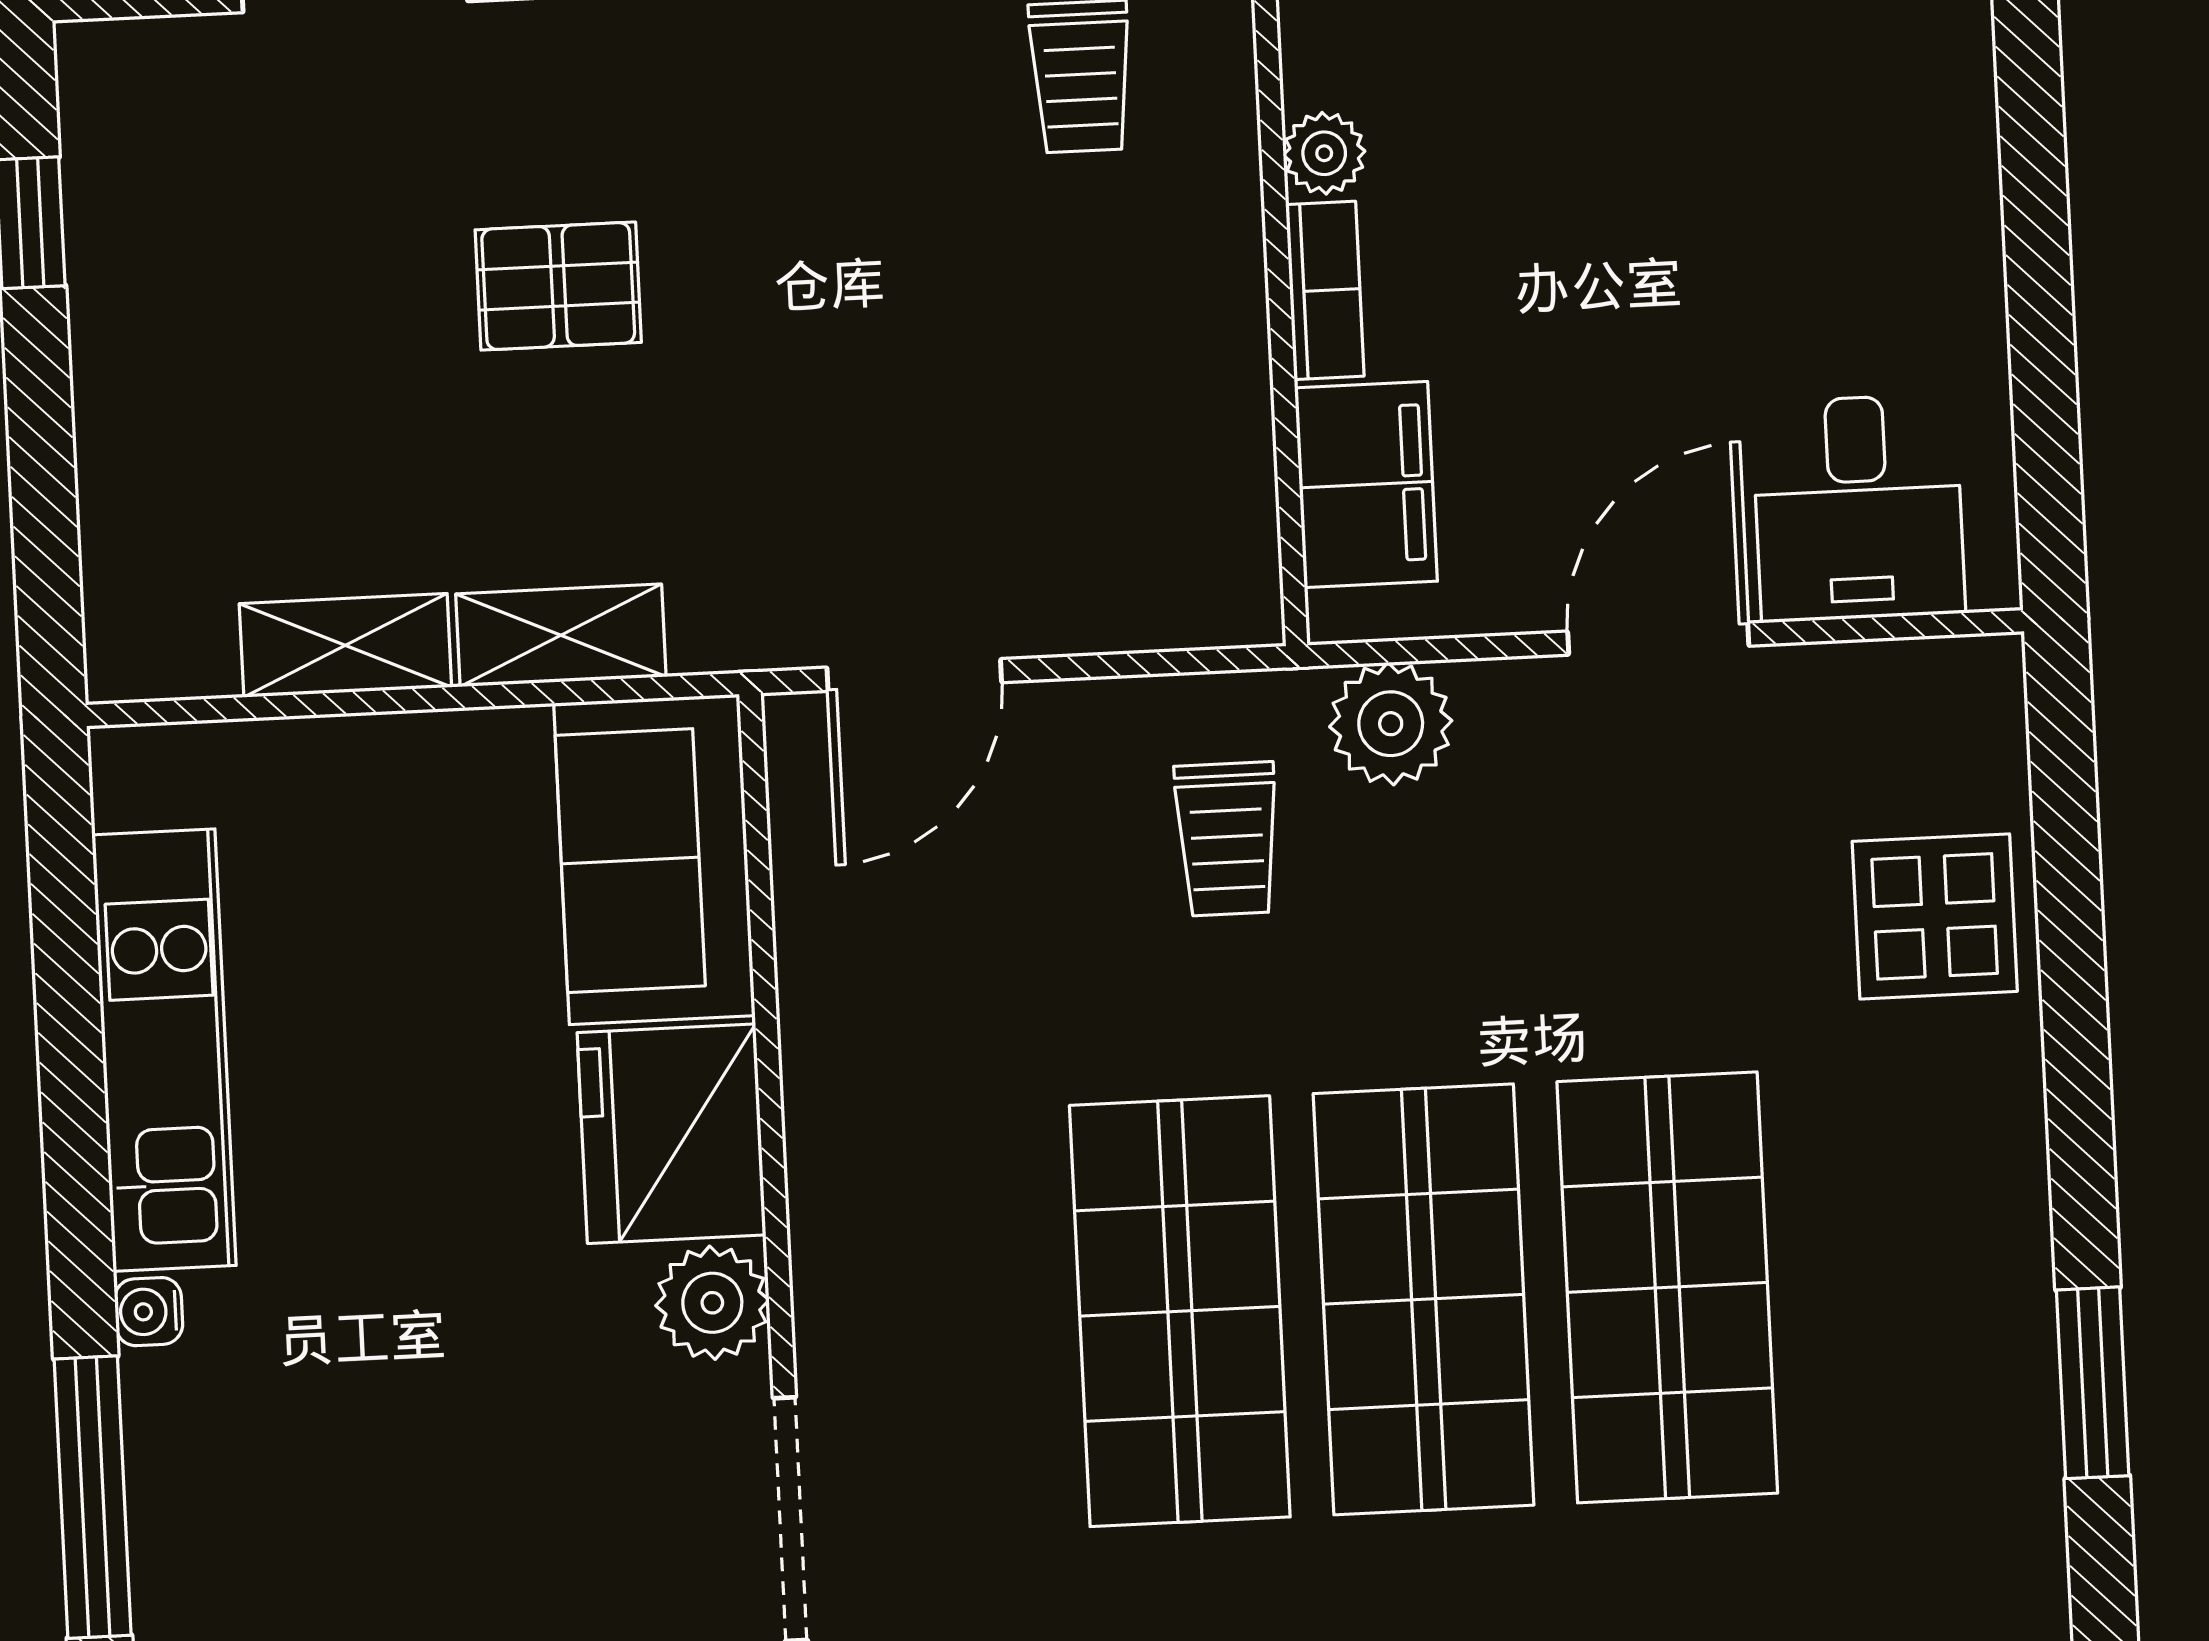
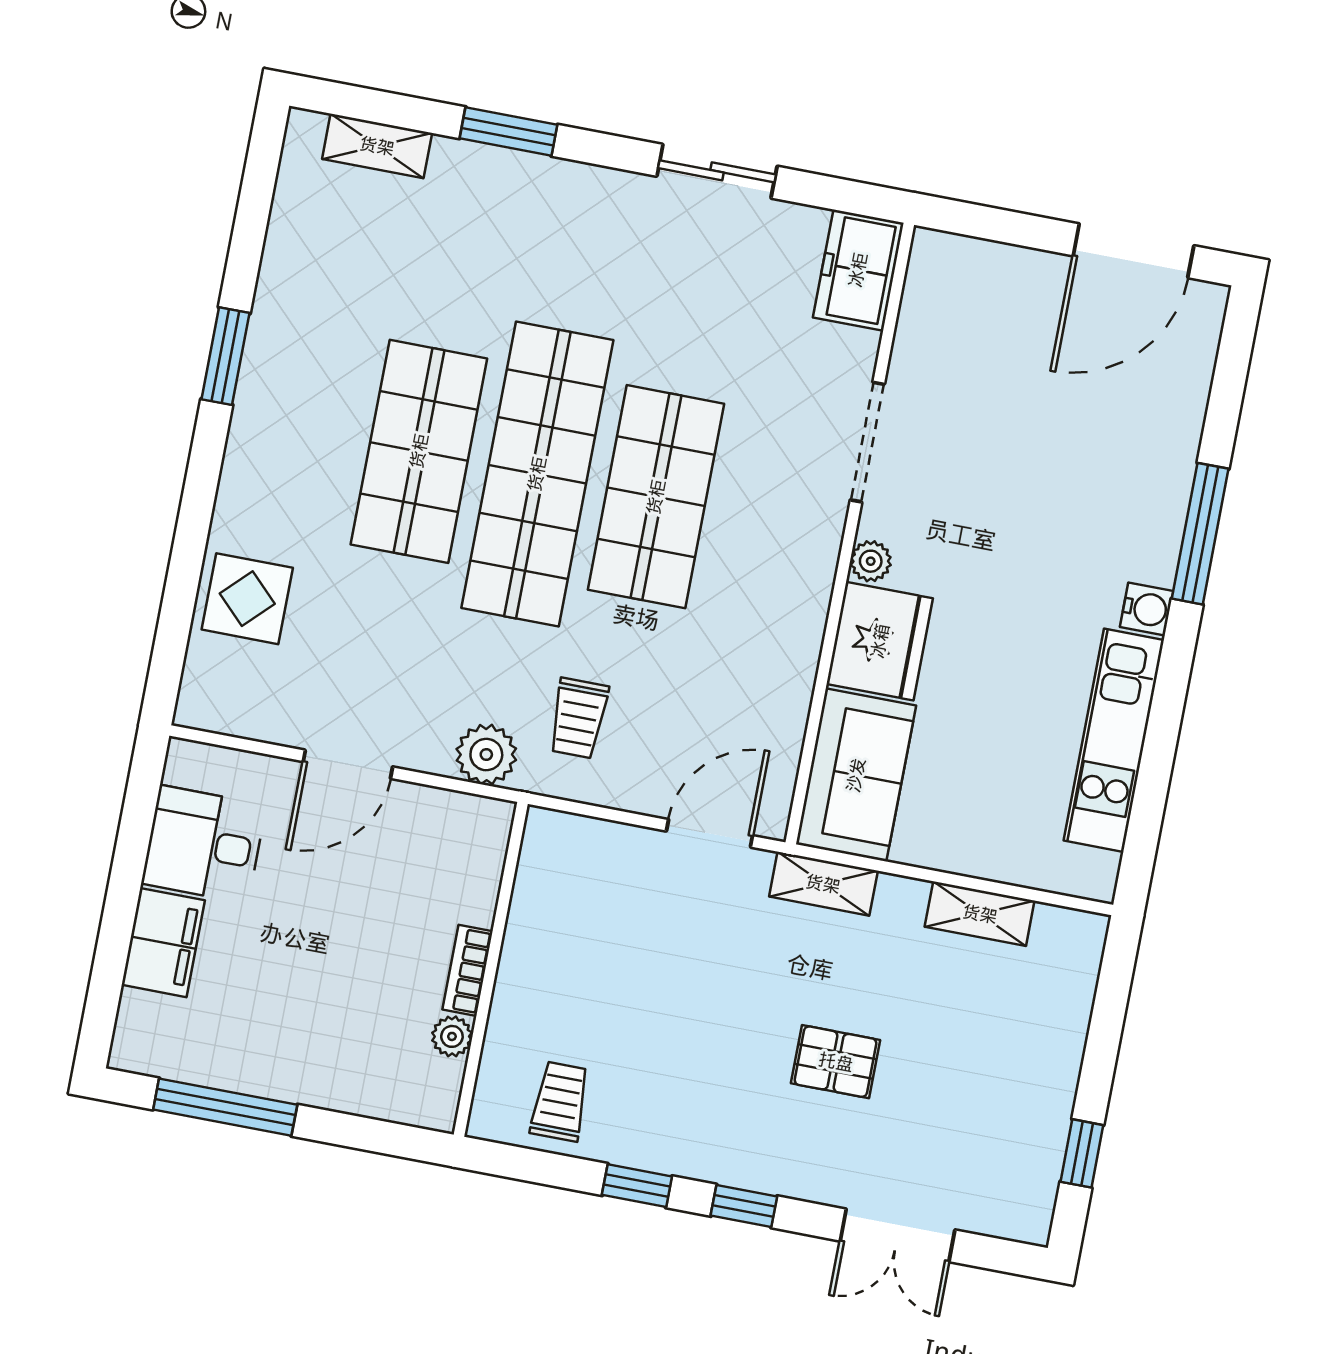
filing cabinet: (1366, 485) -> (163, 943), moved, turned 180
desk: (1858, 508) -> (204, 844), moved, turned -90
shelving: (561, 635) -> (823, 884), moved
trolley: (1227, 839) -> (578, 718), turned 180
shop shelf: (1424, 1299) -> (537, 474), width x1.40
plant: (712, 1303) -> (871, 561), width x0.73, depth x0.73
water cooler: (149, 1312) -> (1147, 609), width x1.38, depth x1.38

